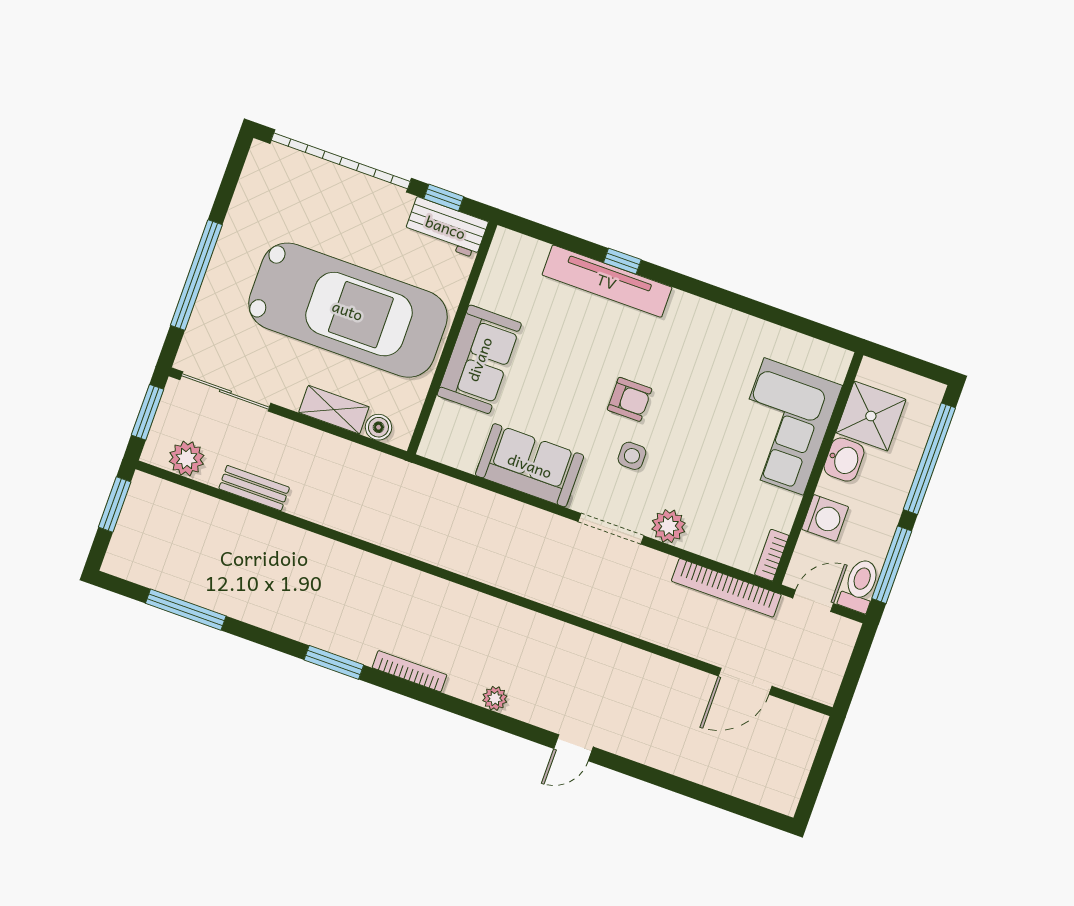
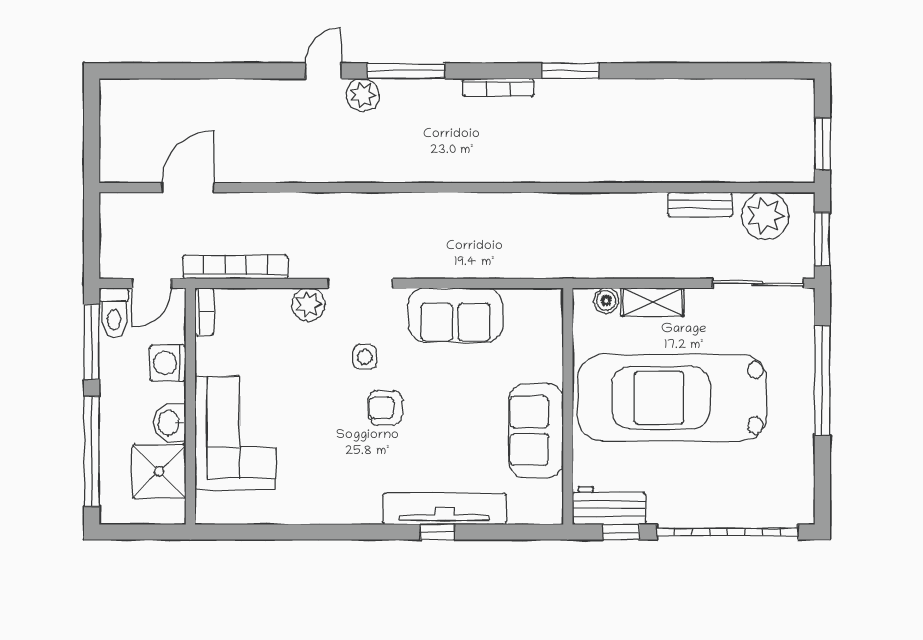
sofa: (479, 359) -> (536, 431), moved
plant: (187, 458) -> (765, 216), width x1.36, depth x1.36
window: (186, 610) -> (406, 71), moved
plant: (495, 698) -> (362, 95), moved, width x1.38, depth x1.38

